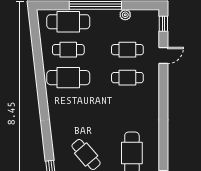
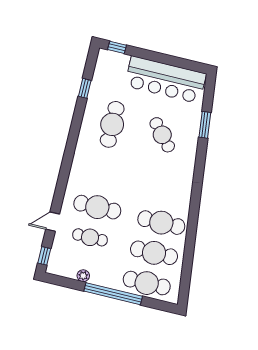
cafe table: (68, 50) -> (154, 253), width x1.37, depth x1.35
cafe table: (127, 78) -> (97, 207), width x1.37, depth x1.35

